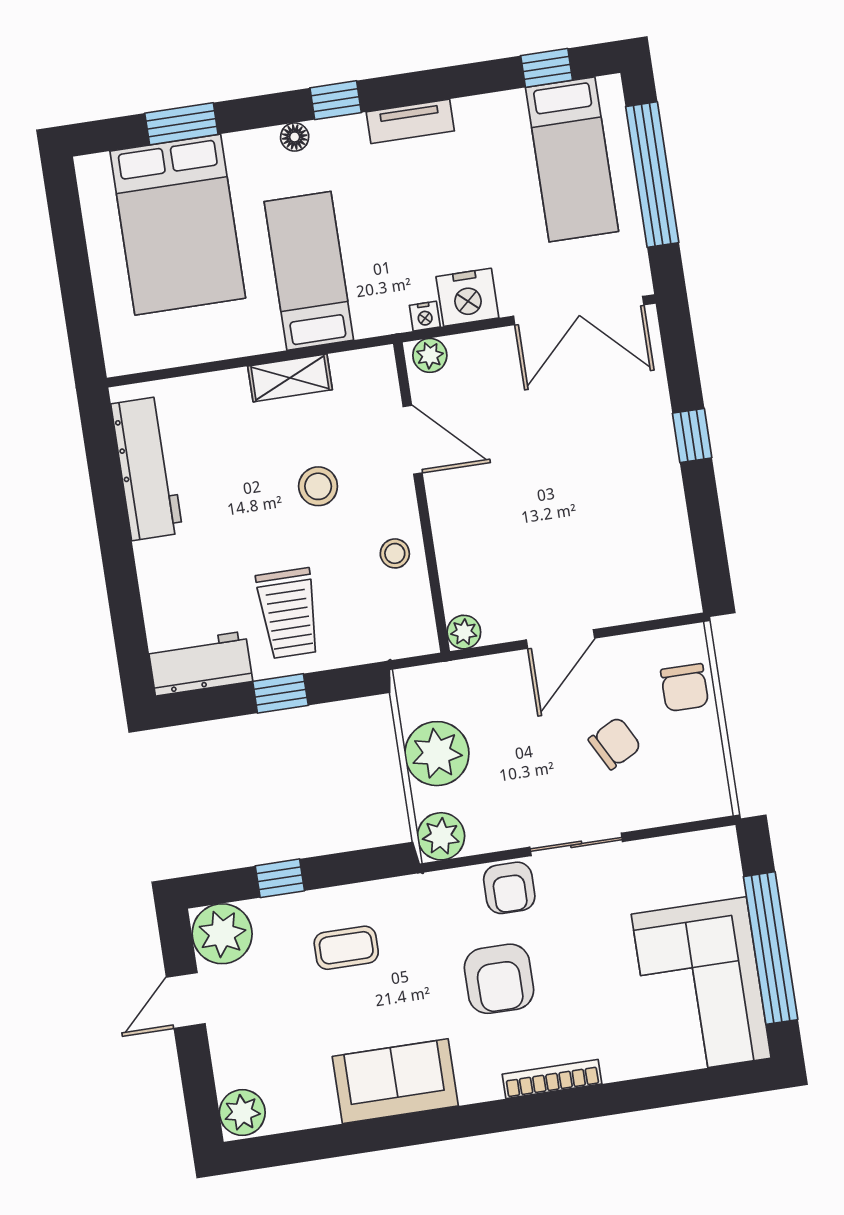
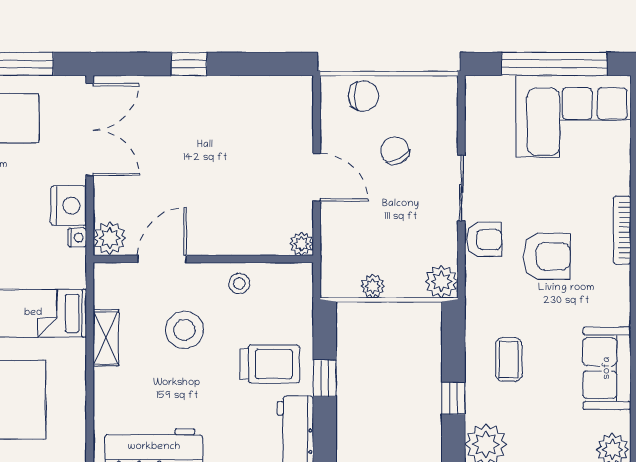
plant: (430, 355) -> (110, 238), width x1.38, depth x1.38
stool: (318, 486) -> (184, 330), width x1.38, depth x1.38
plant: (437, 754) -> (373, 286), width x0.53, depth x0.53
sofa: (395, 1081) -> (607, 368), moved

